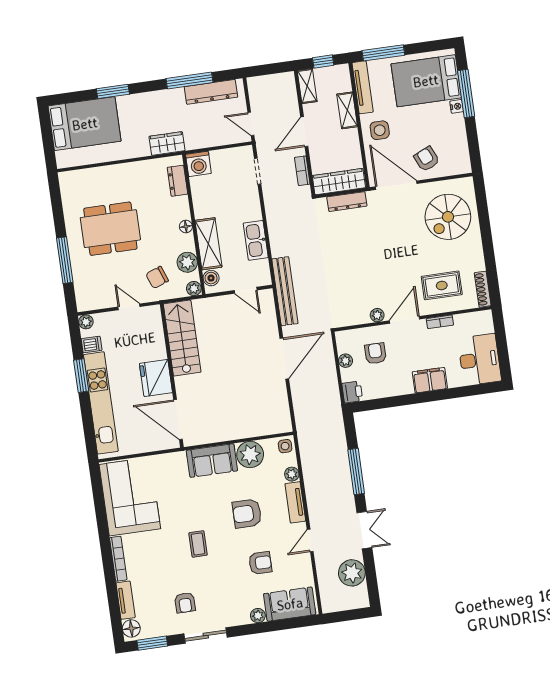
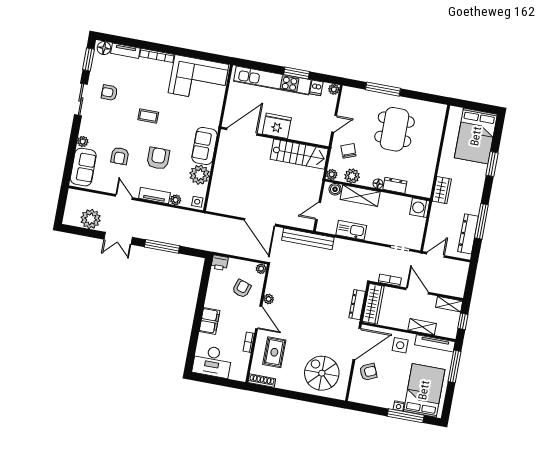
dresser: (177, 181) -> (395, 185), moved
armchair: (375, 353) -> (242, 289), turned -72
plant: (346, 361) -> (261, 269), moved

